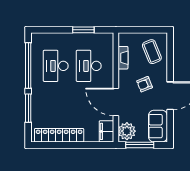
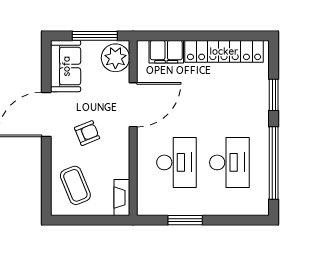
fireplace: (123, 58) -> (122, 198), moved
door: (116, 102) -> (133, 105), hinge flipped
window: (28, 108) -> (274, 95), width x0.69
filing cabinet: (106, 131) -> (166, 52), moved, turned 90

